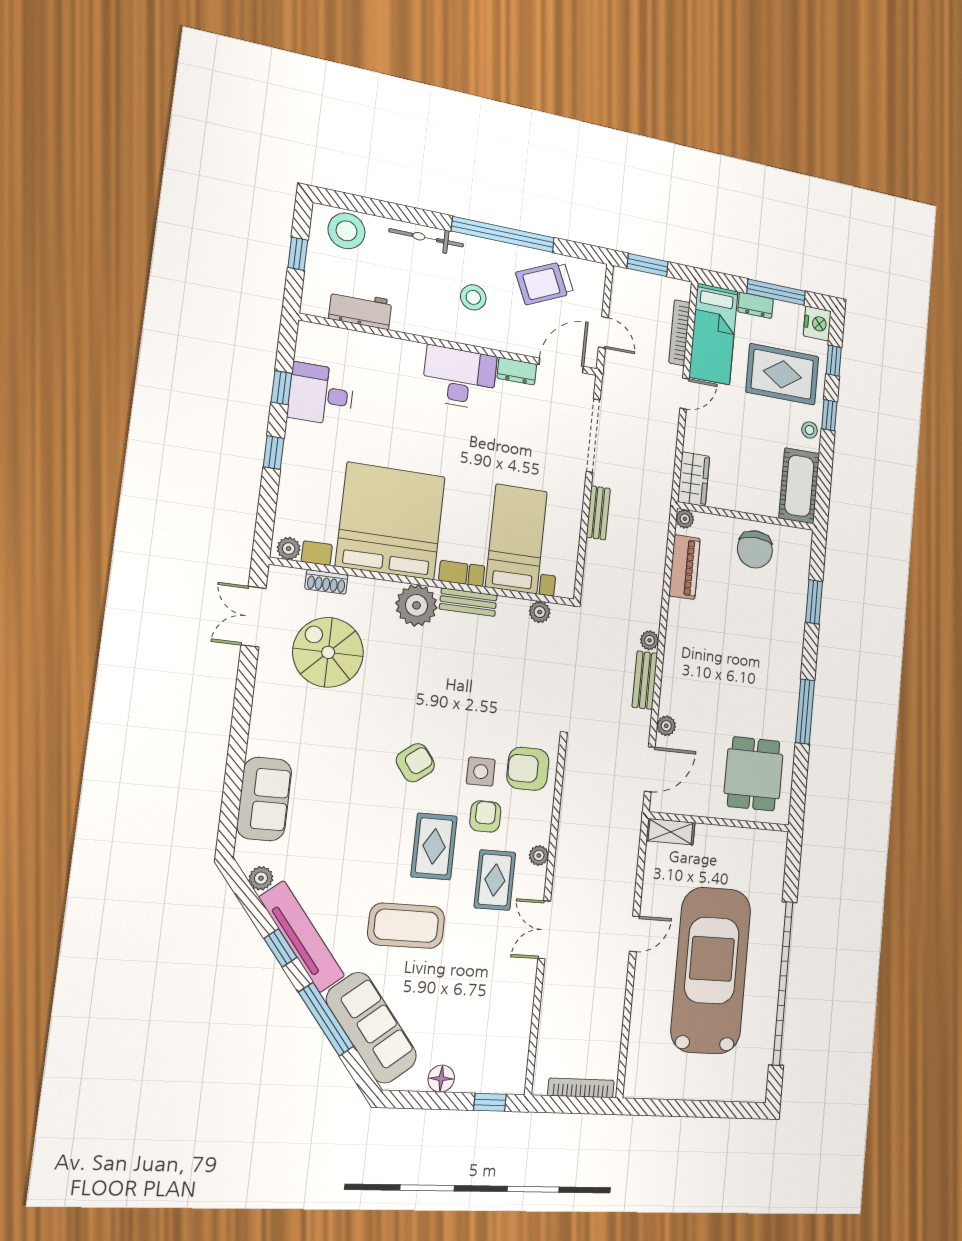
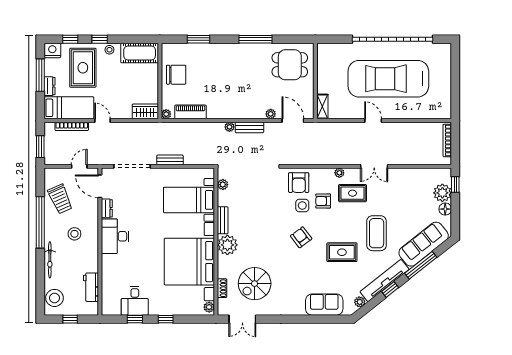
rug: (434, 846) -> (342, 252), moved
plant: (476, 1074) -> (442, 193), added

